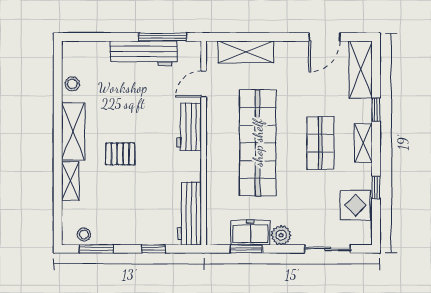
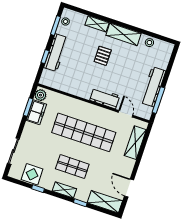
workbench: (189, 214) -> (56, 53), moved, turned 90
plant: (281, 235) -> (40, 95), moved

